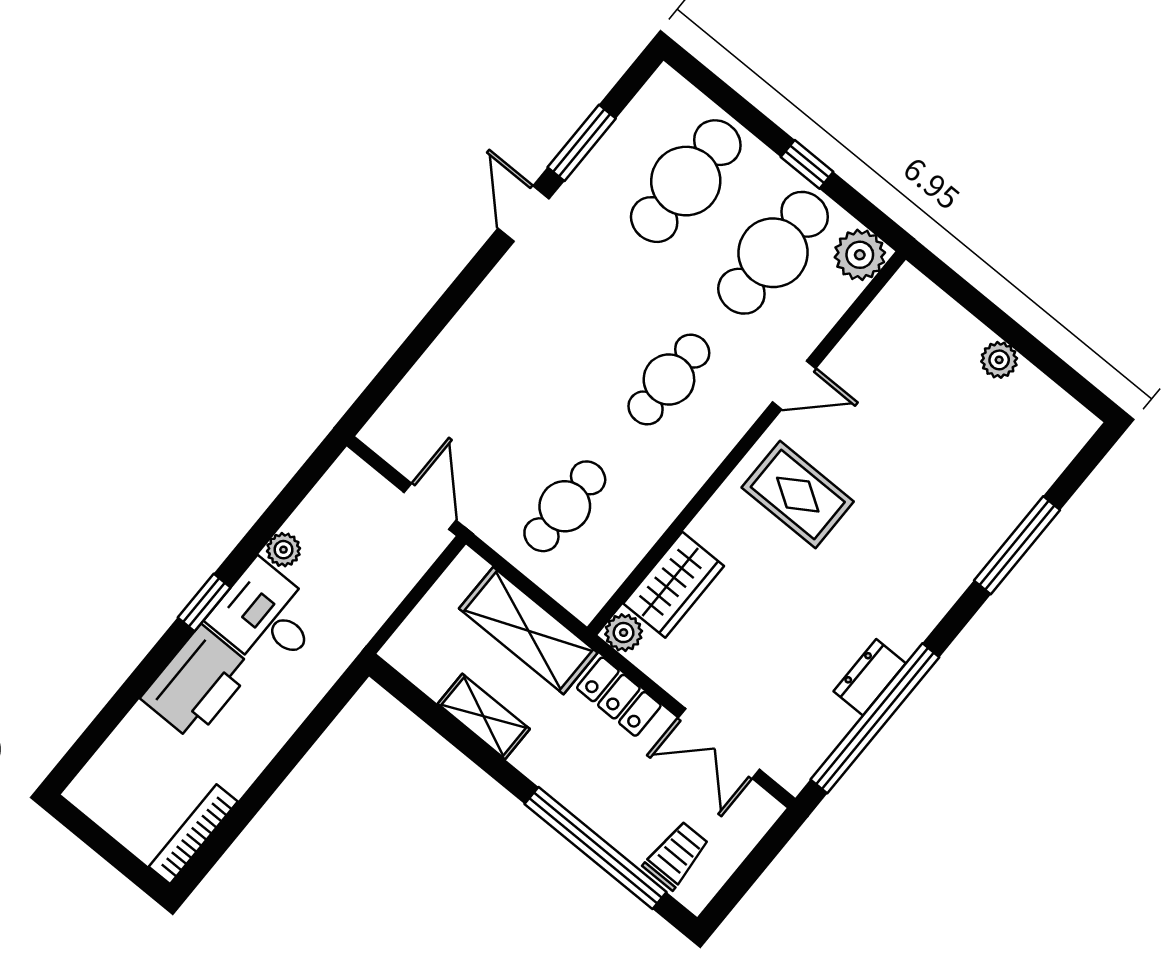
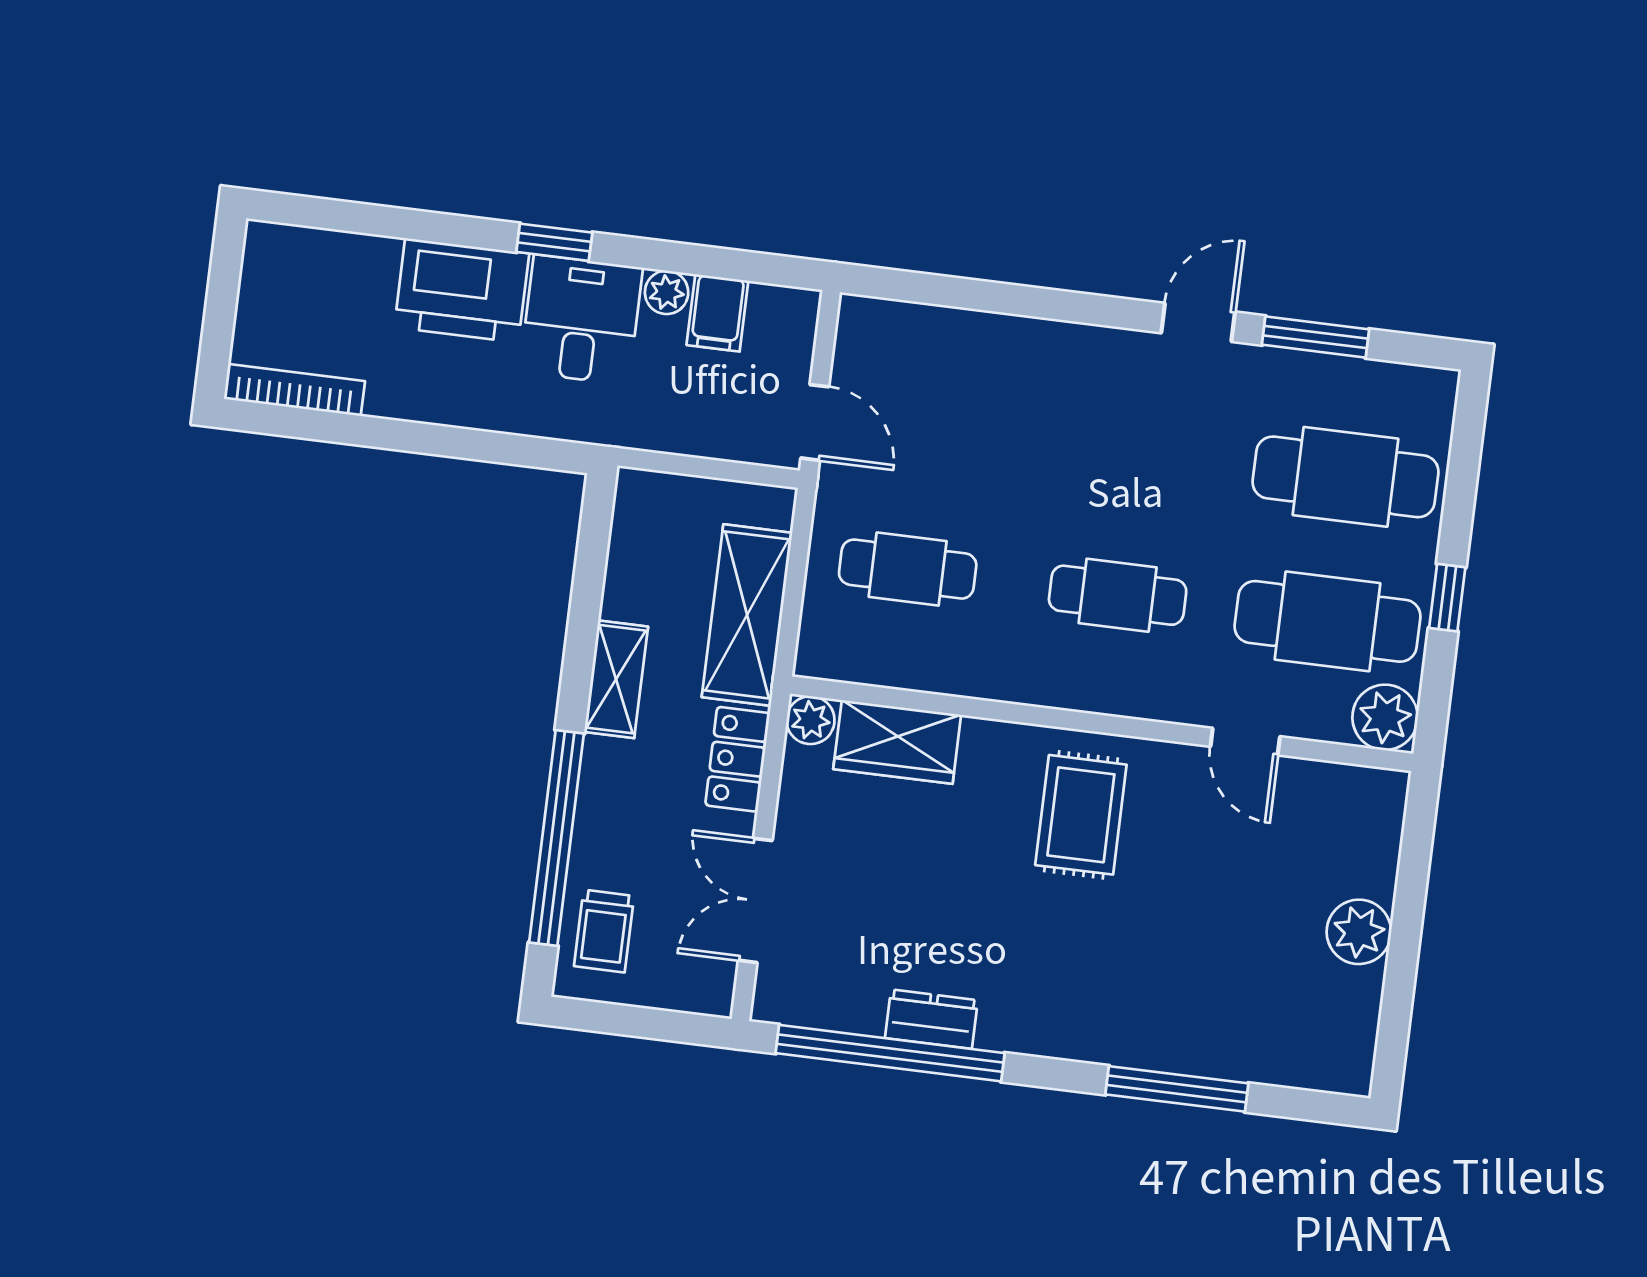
plant: (999, 360) -> (1359, 932), width x1.38, depth x1.38
door: (794, 385) -> (1245, 742), moved
door: (430, 506) -> (815, 422), hinge flipped
filing cabinet: (318, 525) -> (717, 313), added
shelving: (484, 716) -> (616, 679), moved
trolley: (676, 855) -> (604, 931), turned 90

